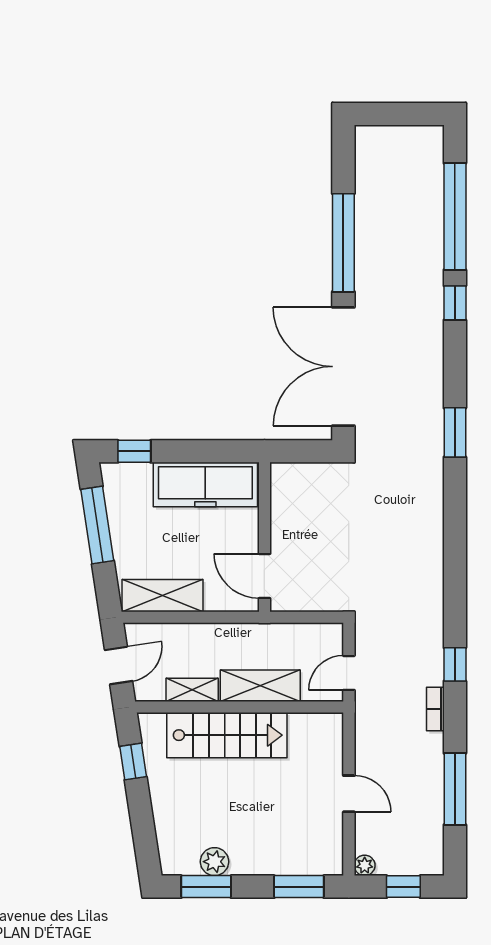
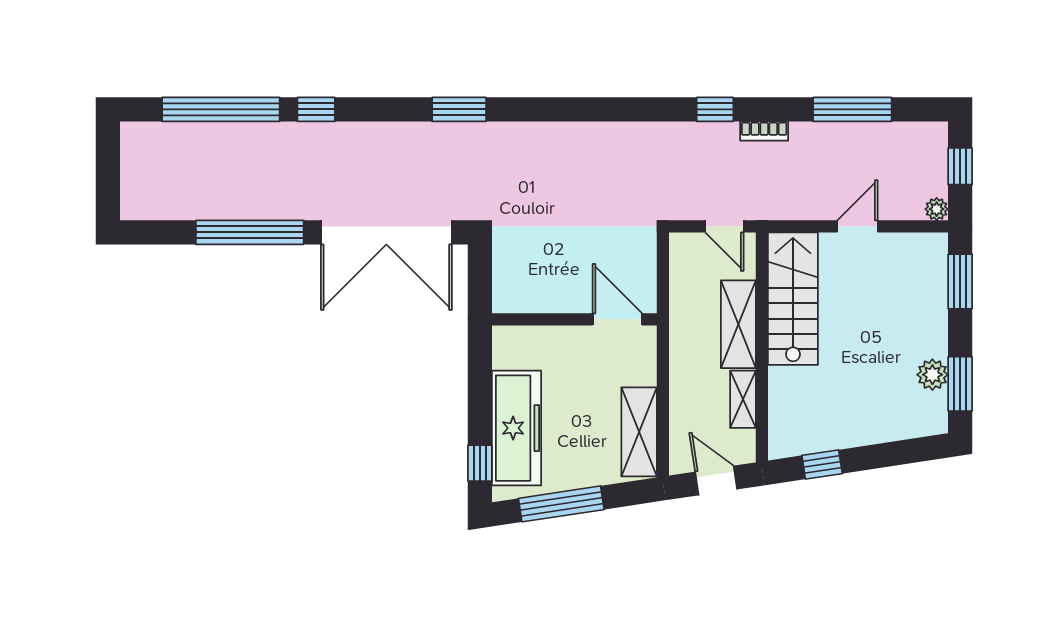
freezer: (205, 485) -> (517, 428), moved
door: (264, 576) -> (617, 319), swing flipped
stairs: (227, 735) -> (793, 299), moved

